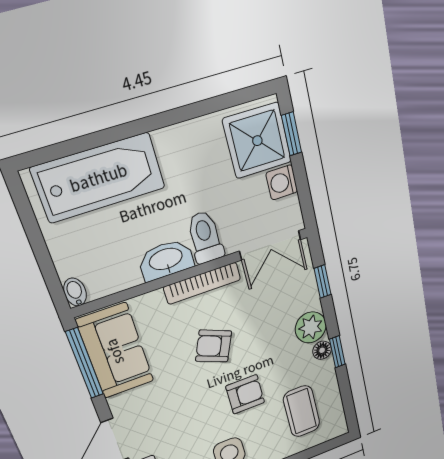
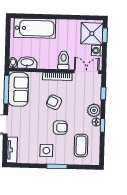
double door: (270, 245) -> (86, 72), swing flipped
washbasin: (166, 260) -> (27, 63), moved

